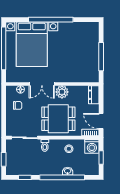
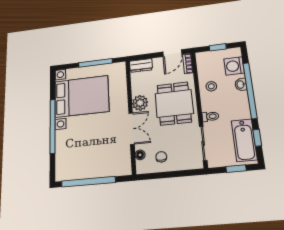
bed with nightstands: (32, 44) -> (82, 96), moved
washing machine: (92, 146) -> (234, 66), moved, turned 180
bathtub: (24, 168) -> (244, 140), added

